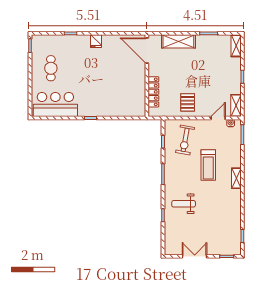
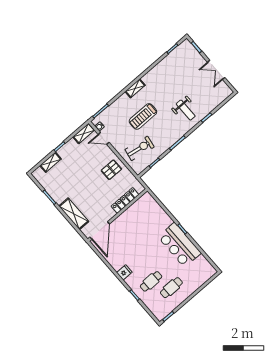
shelving: (236, 46) -> (50, 162), moved
cafe table: (70, 56) -> (151, 281), added
bar counter: (55, 105) -> (179, 245), moved
treadmill: (208, 165) -> (143, 116), turned 180

